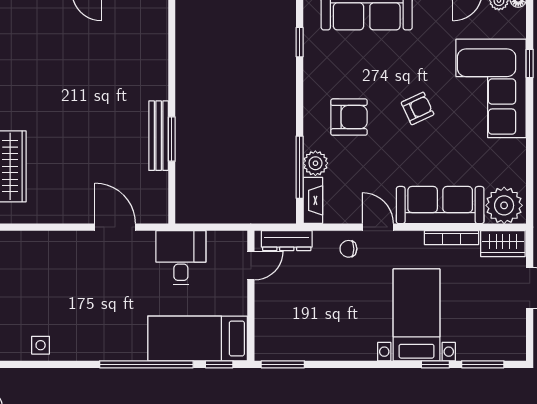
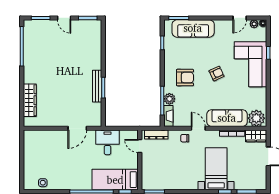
door: (115, 227) -> (77, 128), swing flipped
door: (251, 266) -> (140, 146), swing flipped

